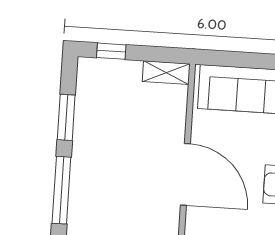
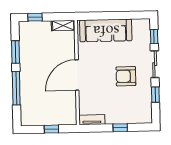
door: (185, 174) -> (77, 75), swing flipped

